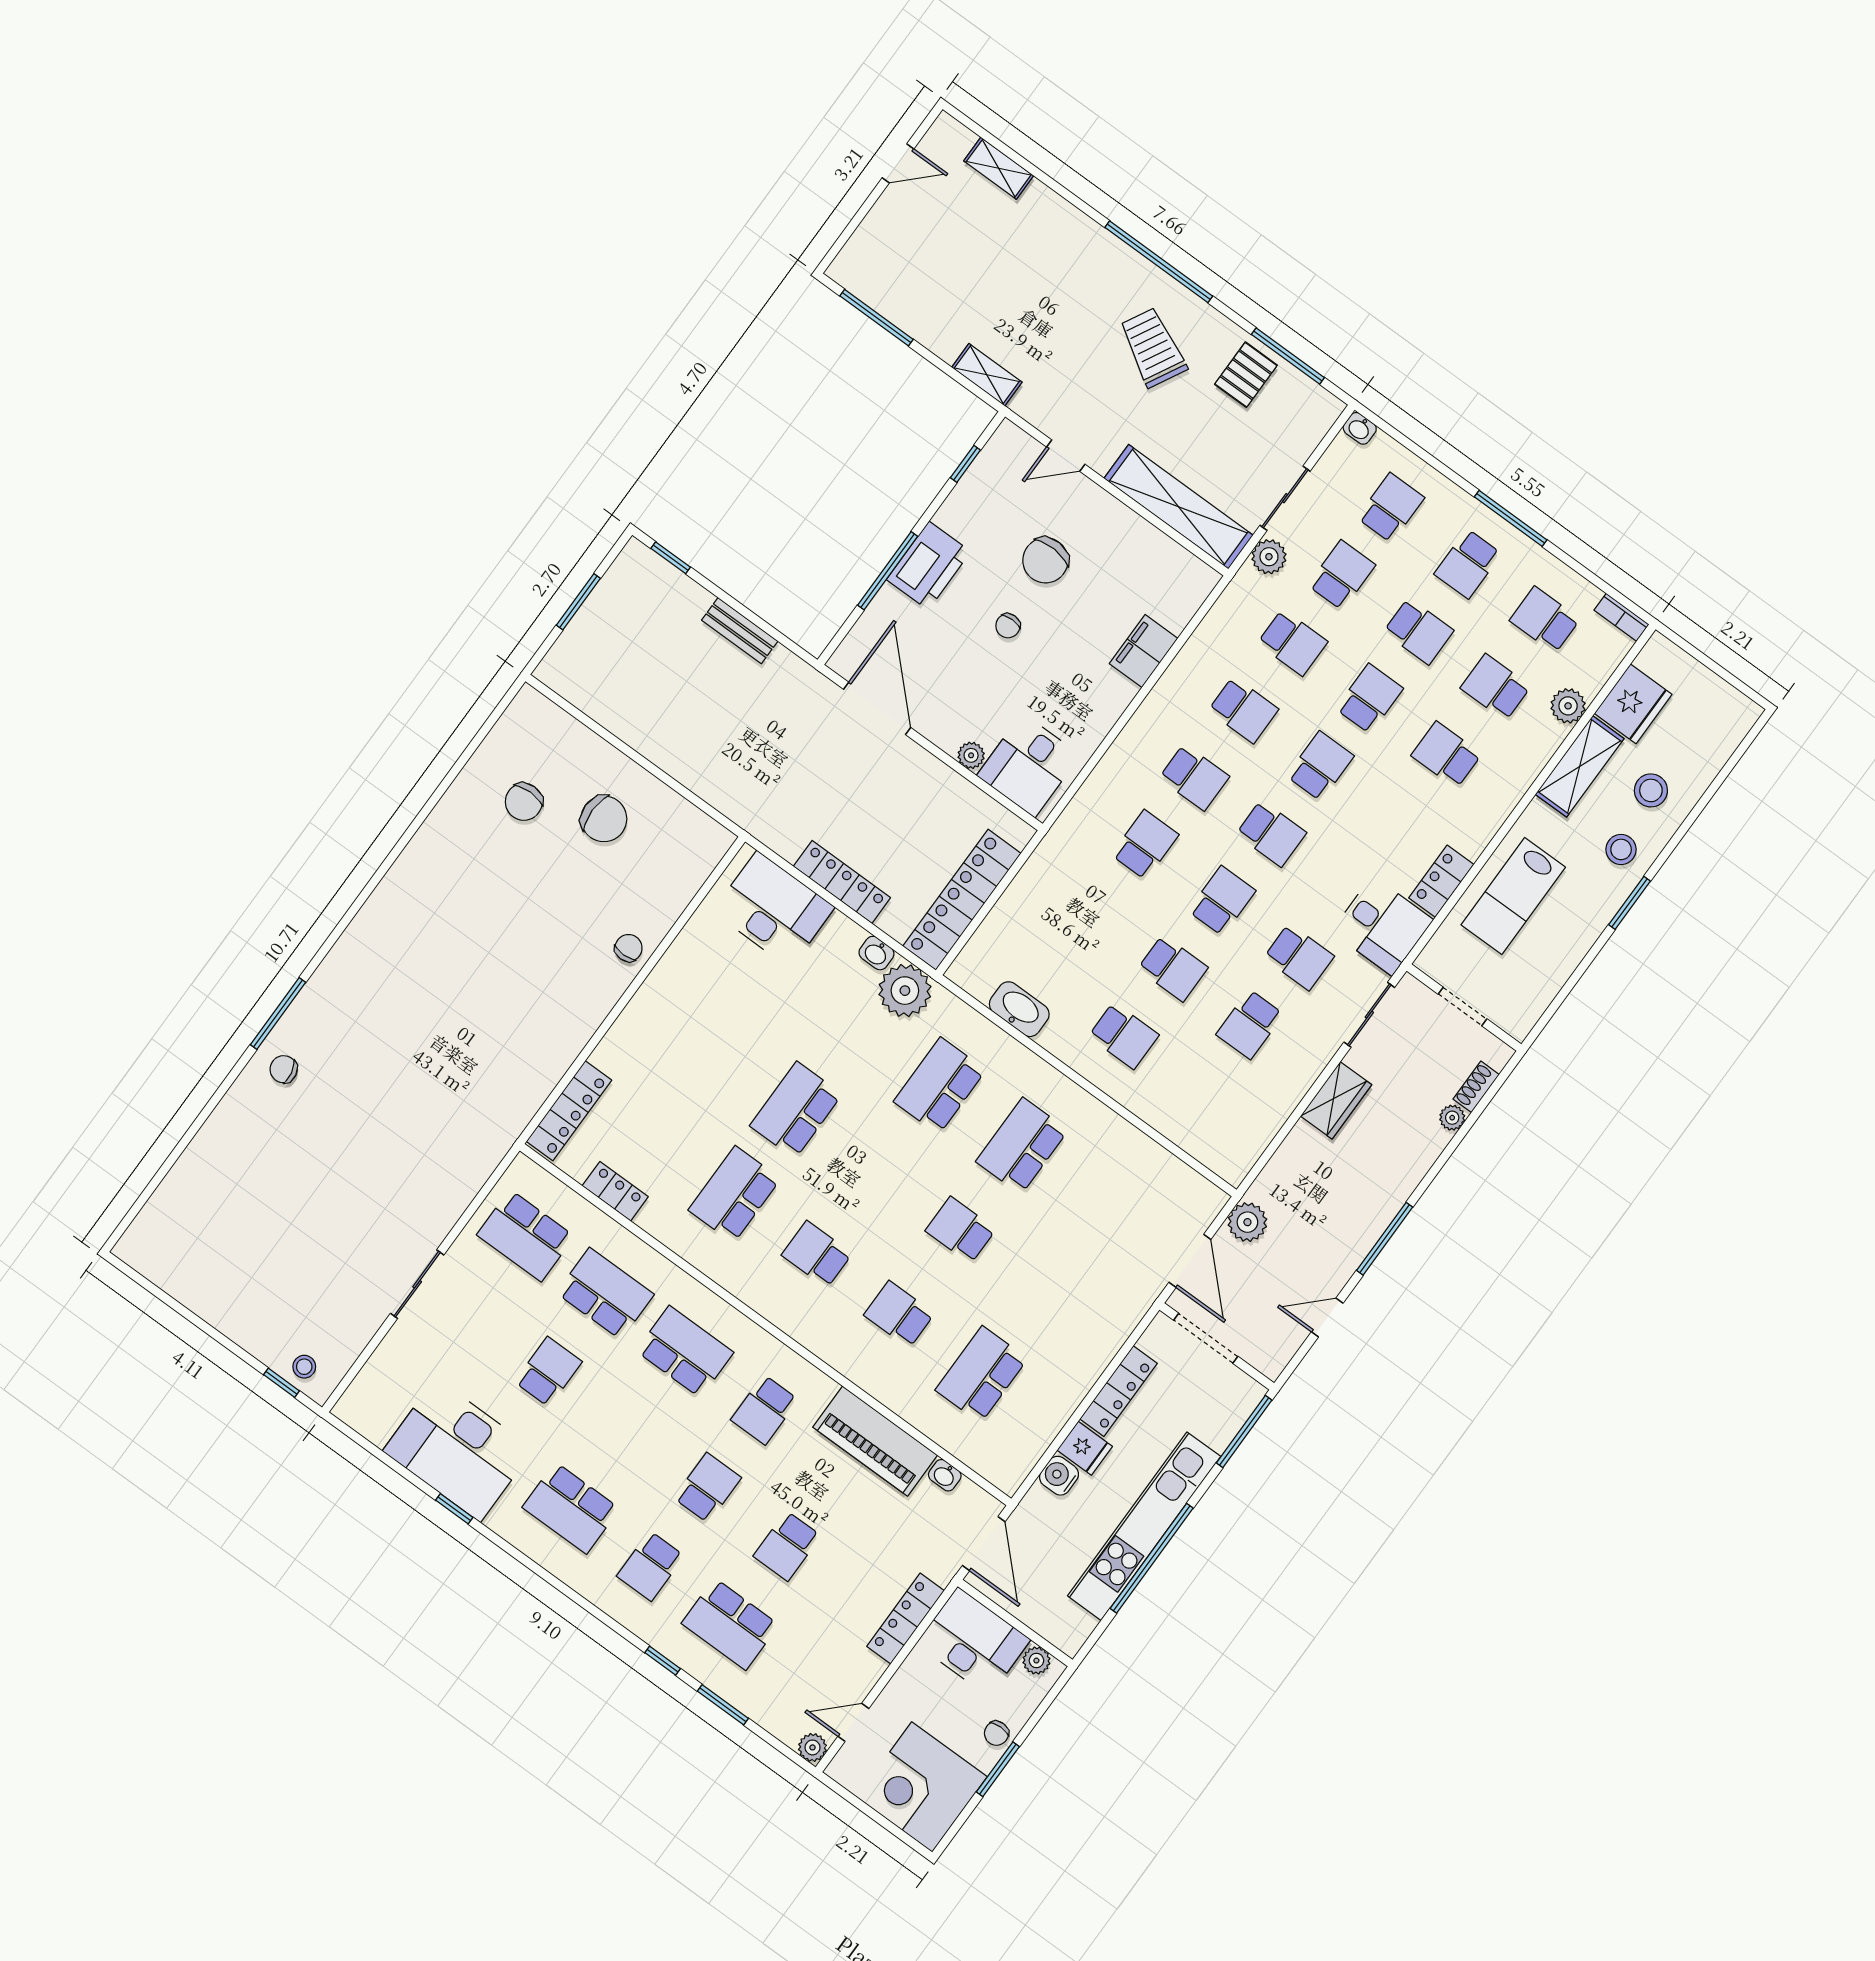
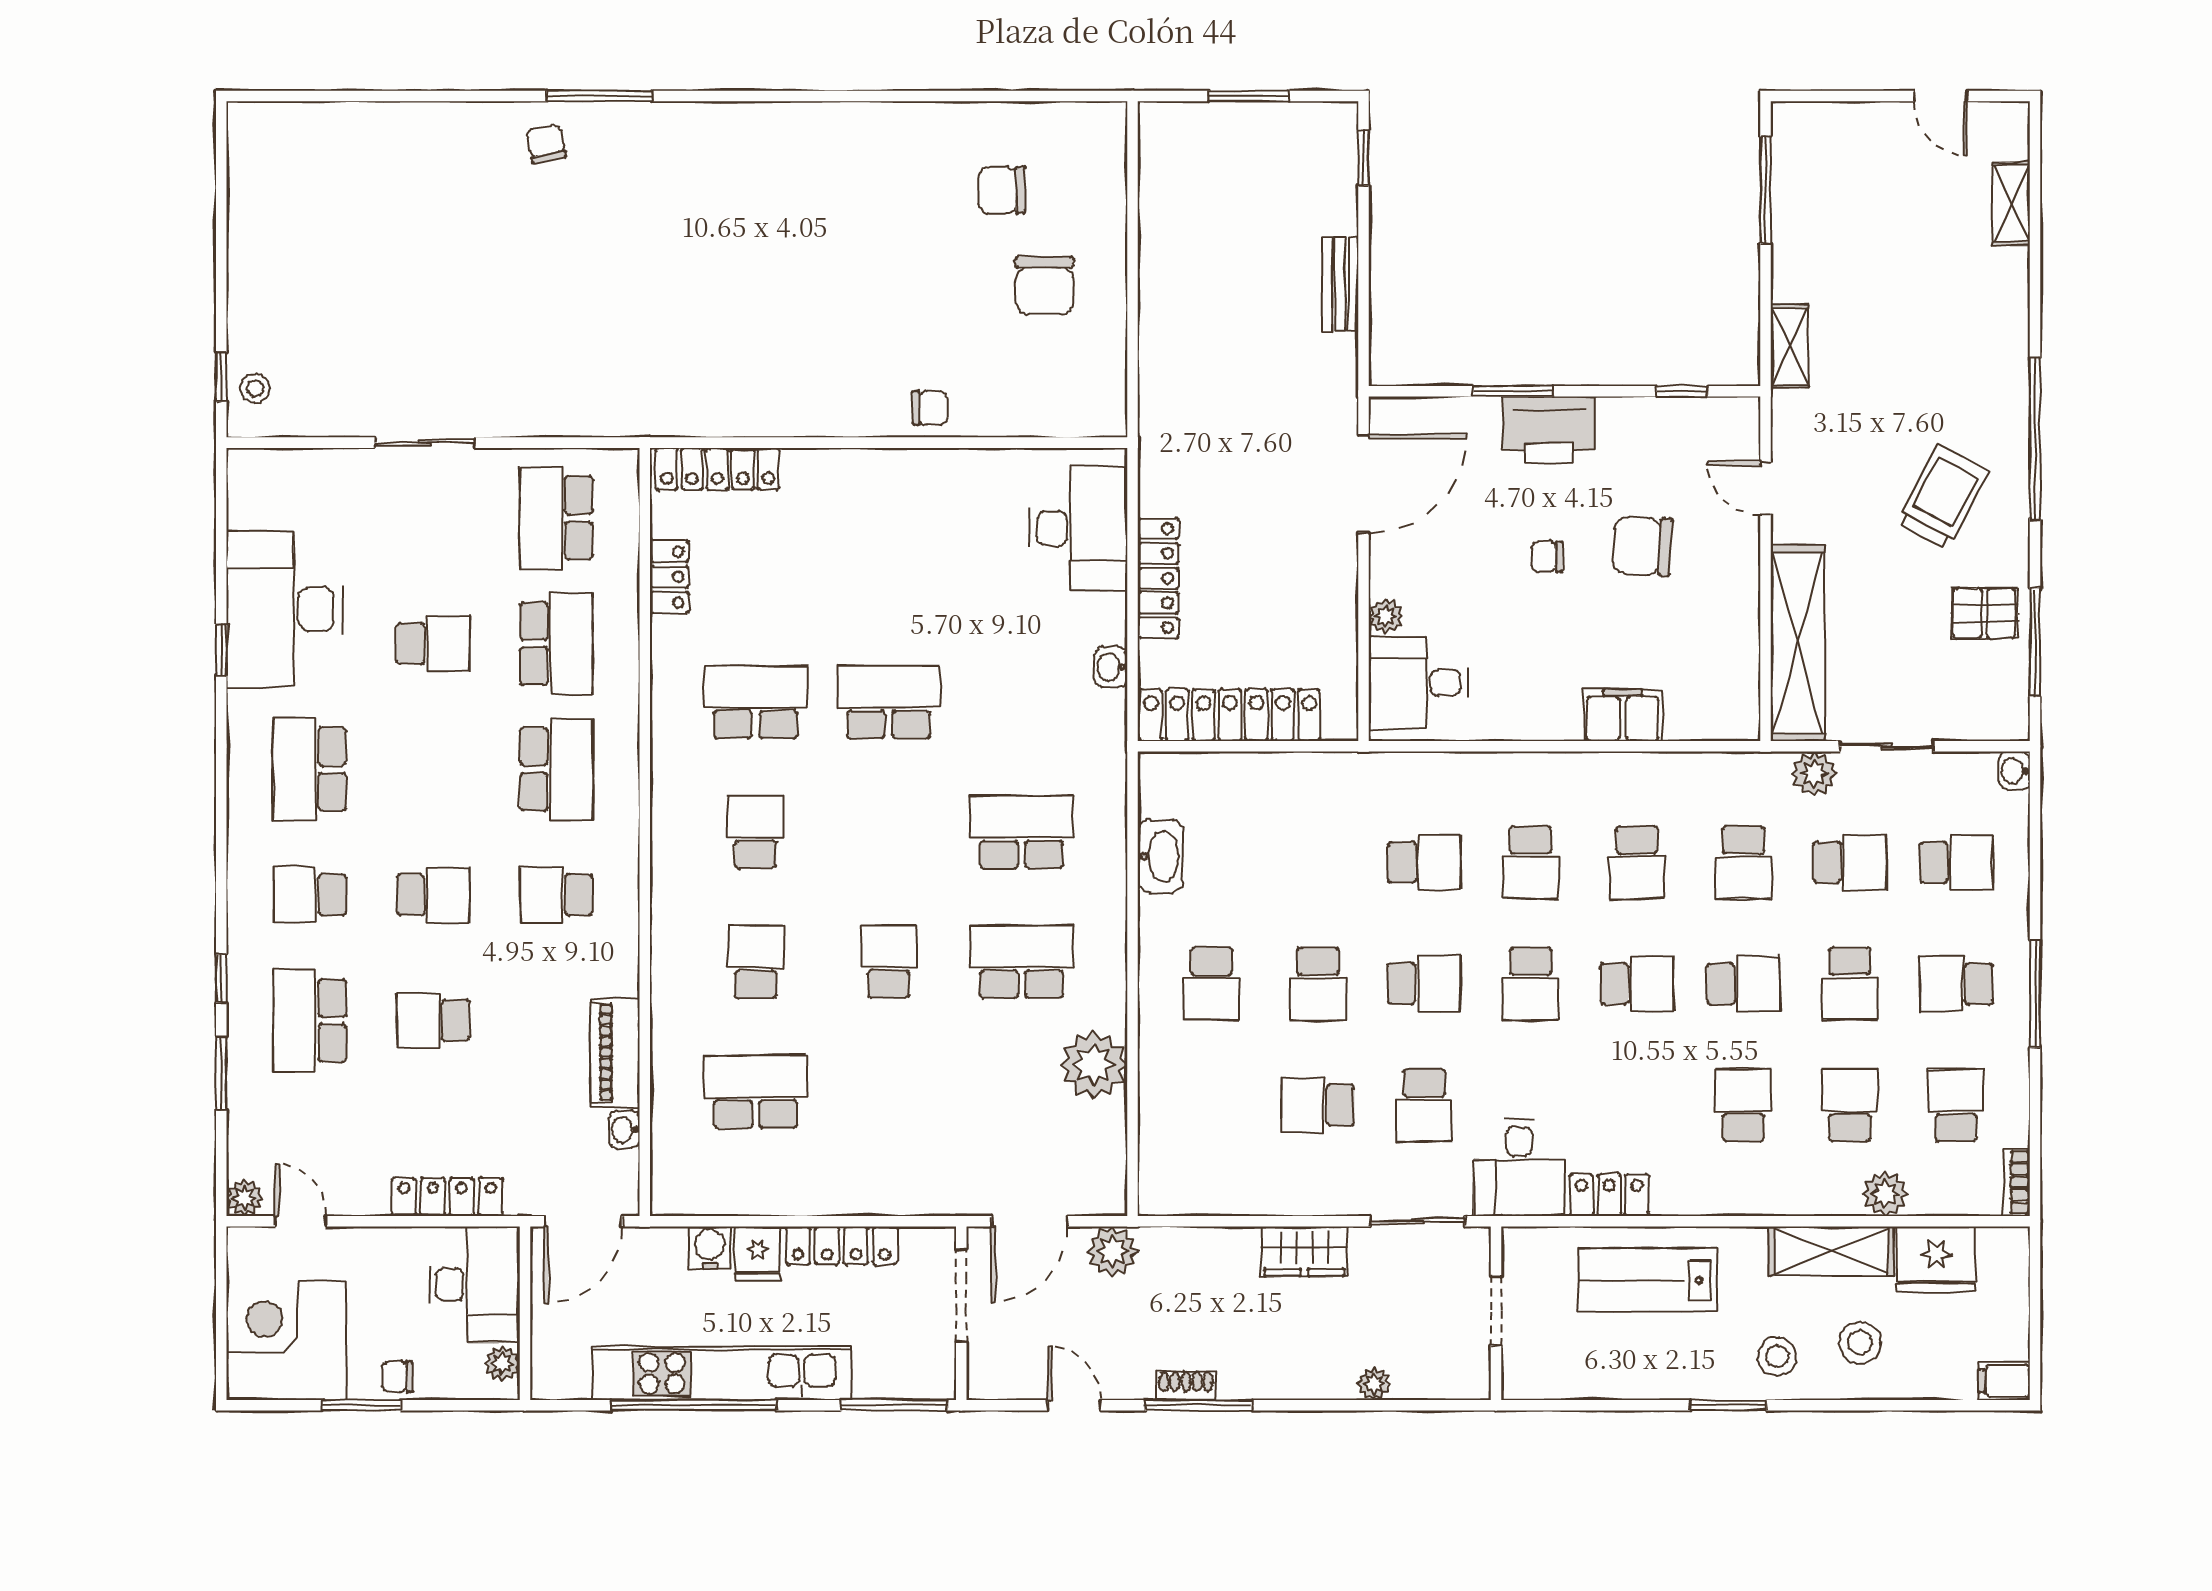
window: (888, 571) -> (1513, 391), width x0.69
filing cabinet: (1742, 717) -> (2004, 1381), added
plant: (905, 991) -> (1094, 1065), moved
shoe rack: (1476, 1087) -> (1186, 1385), moved
piano: (875, 1441) -> (615, 1052), width x0.73, depth x0.75

